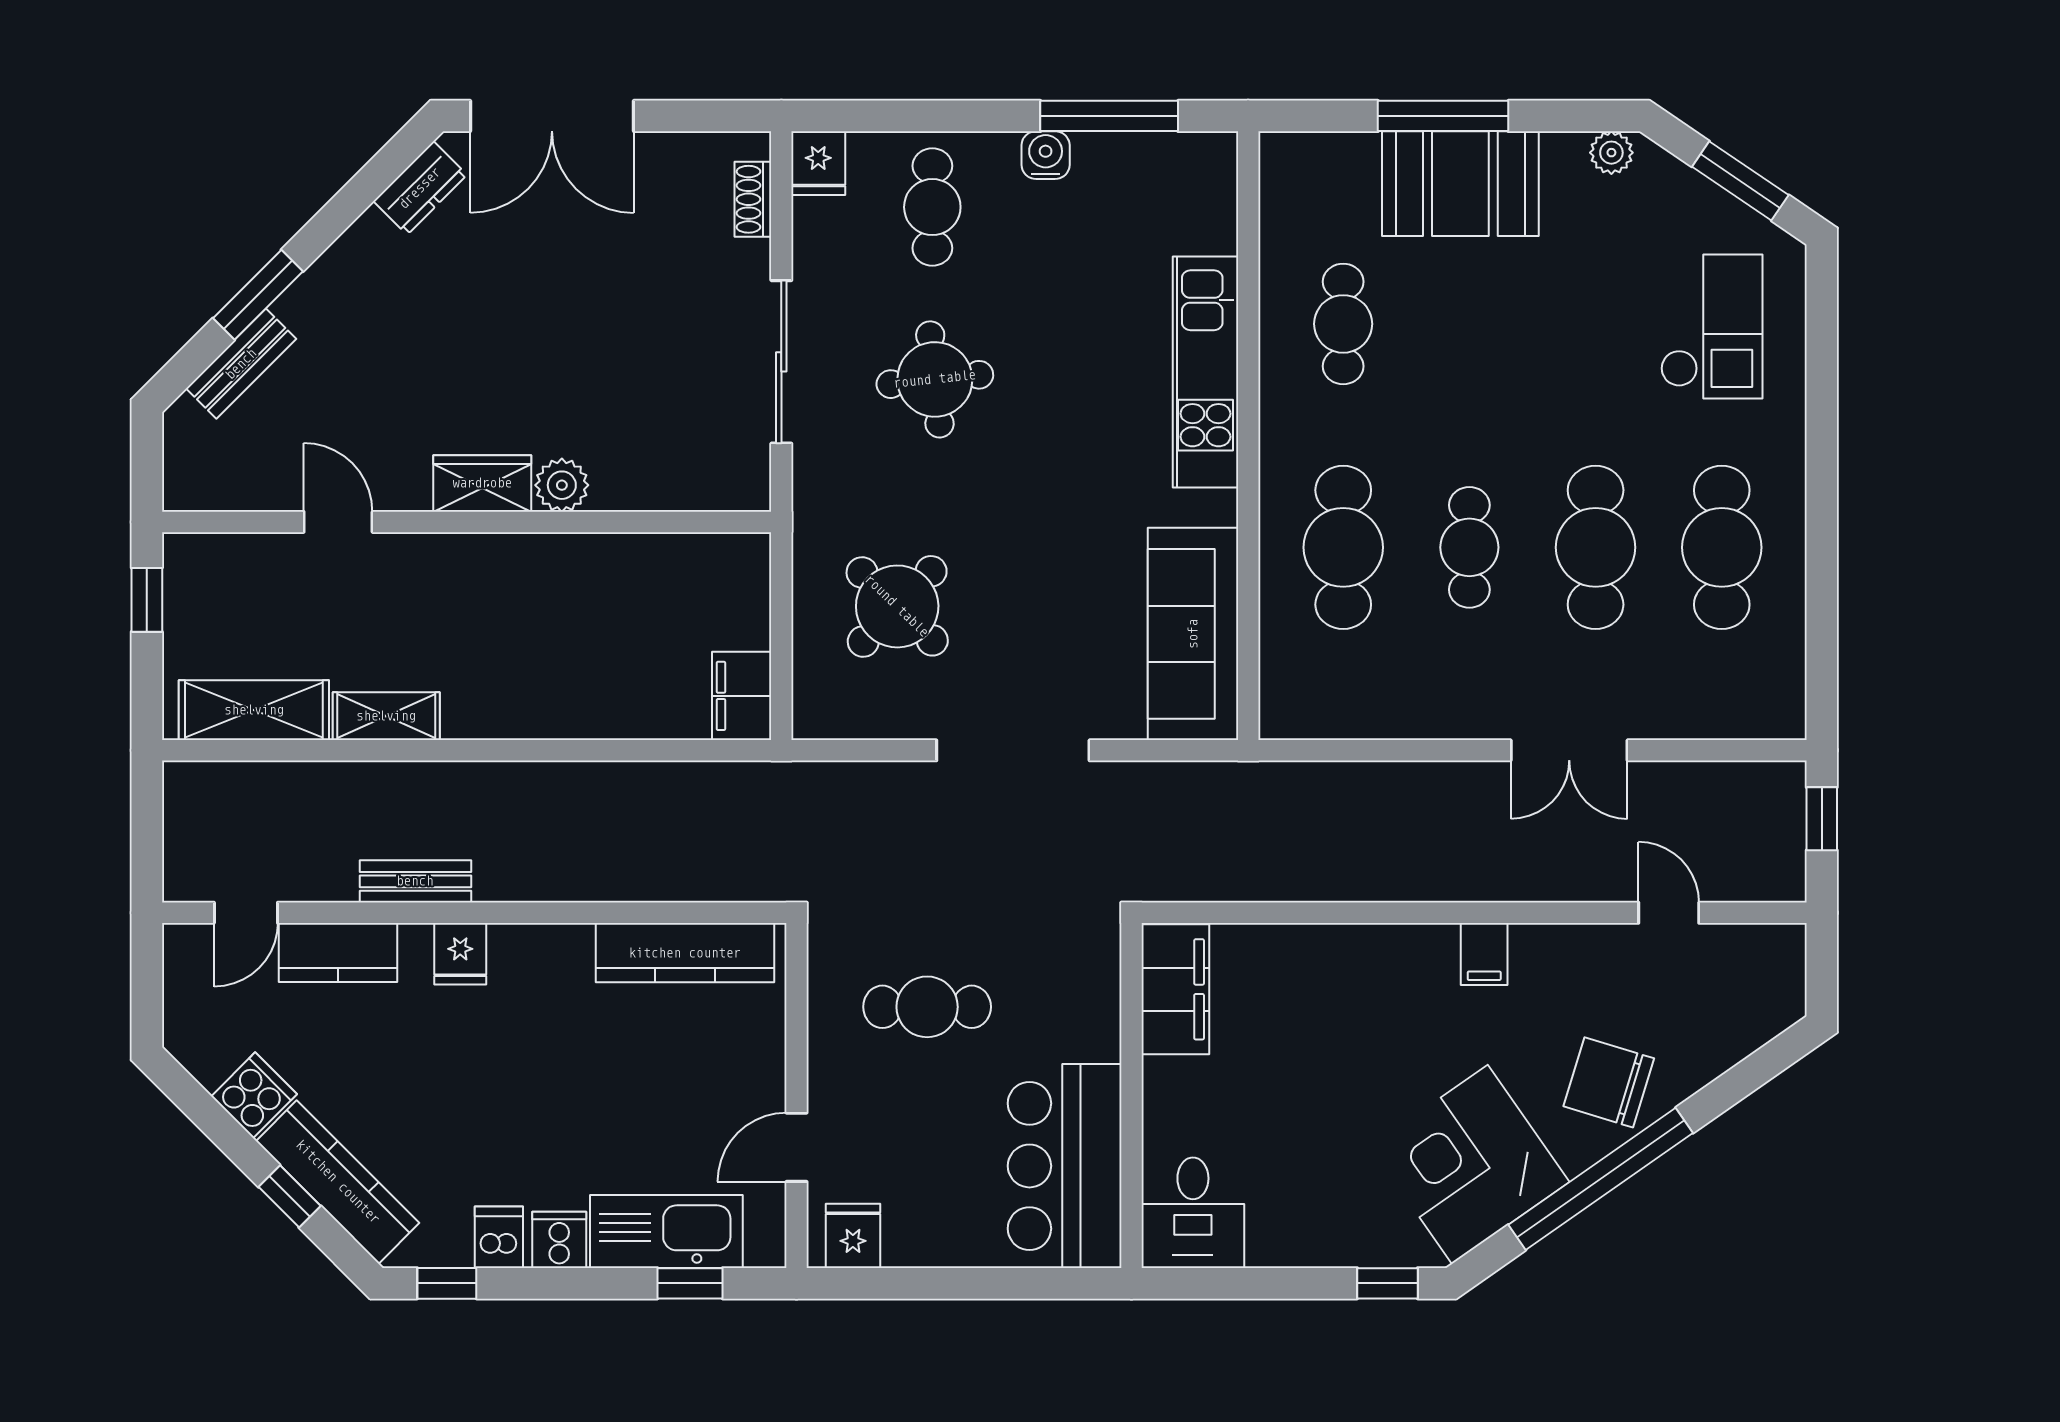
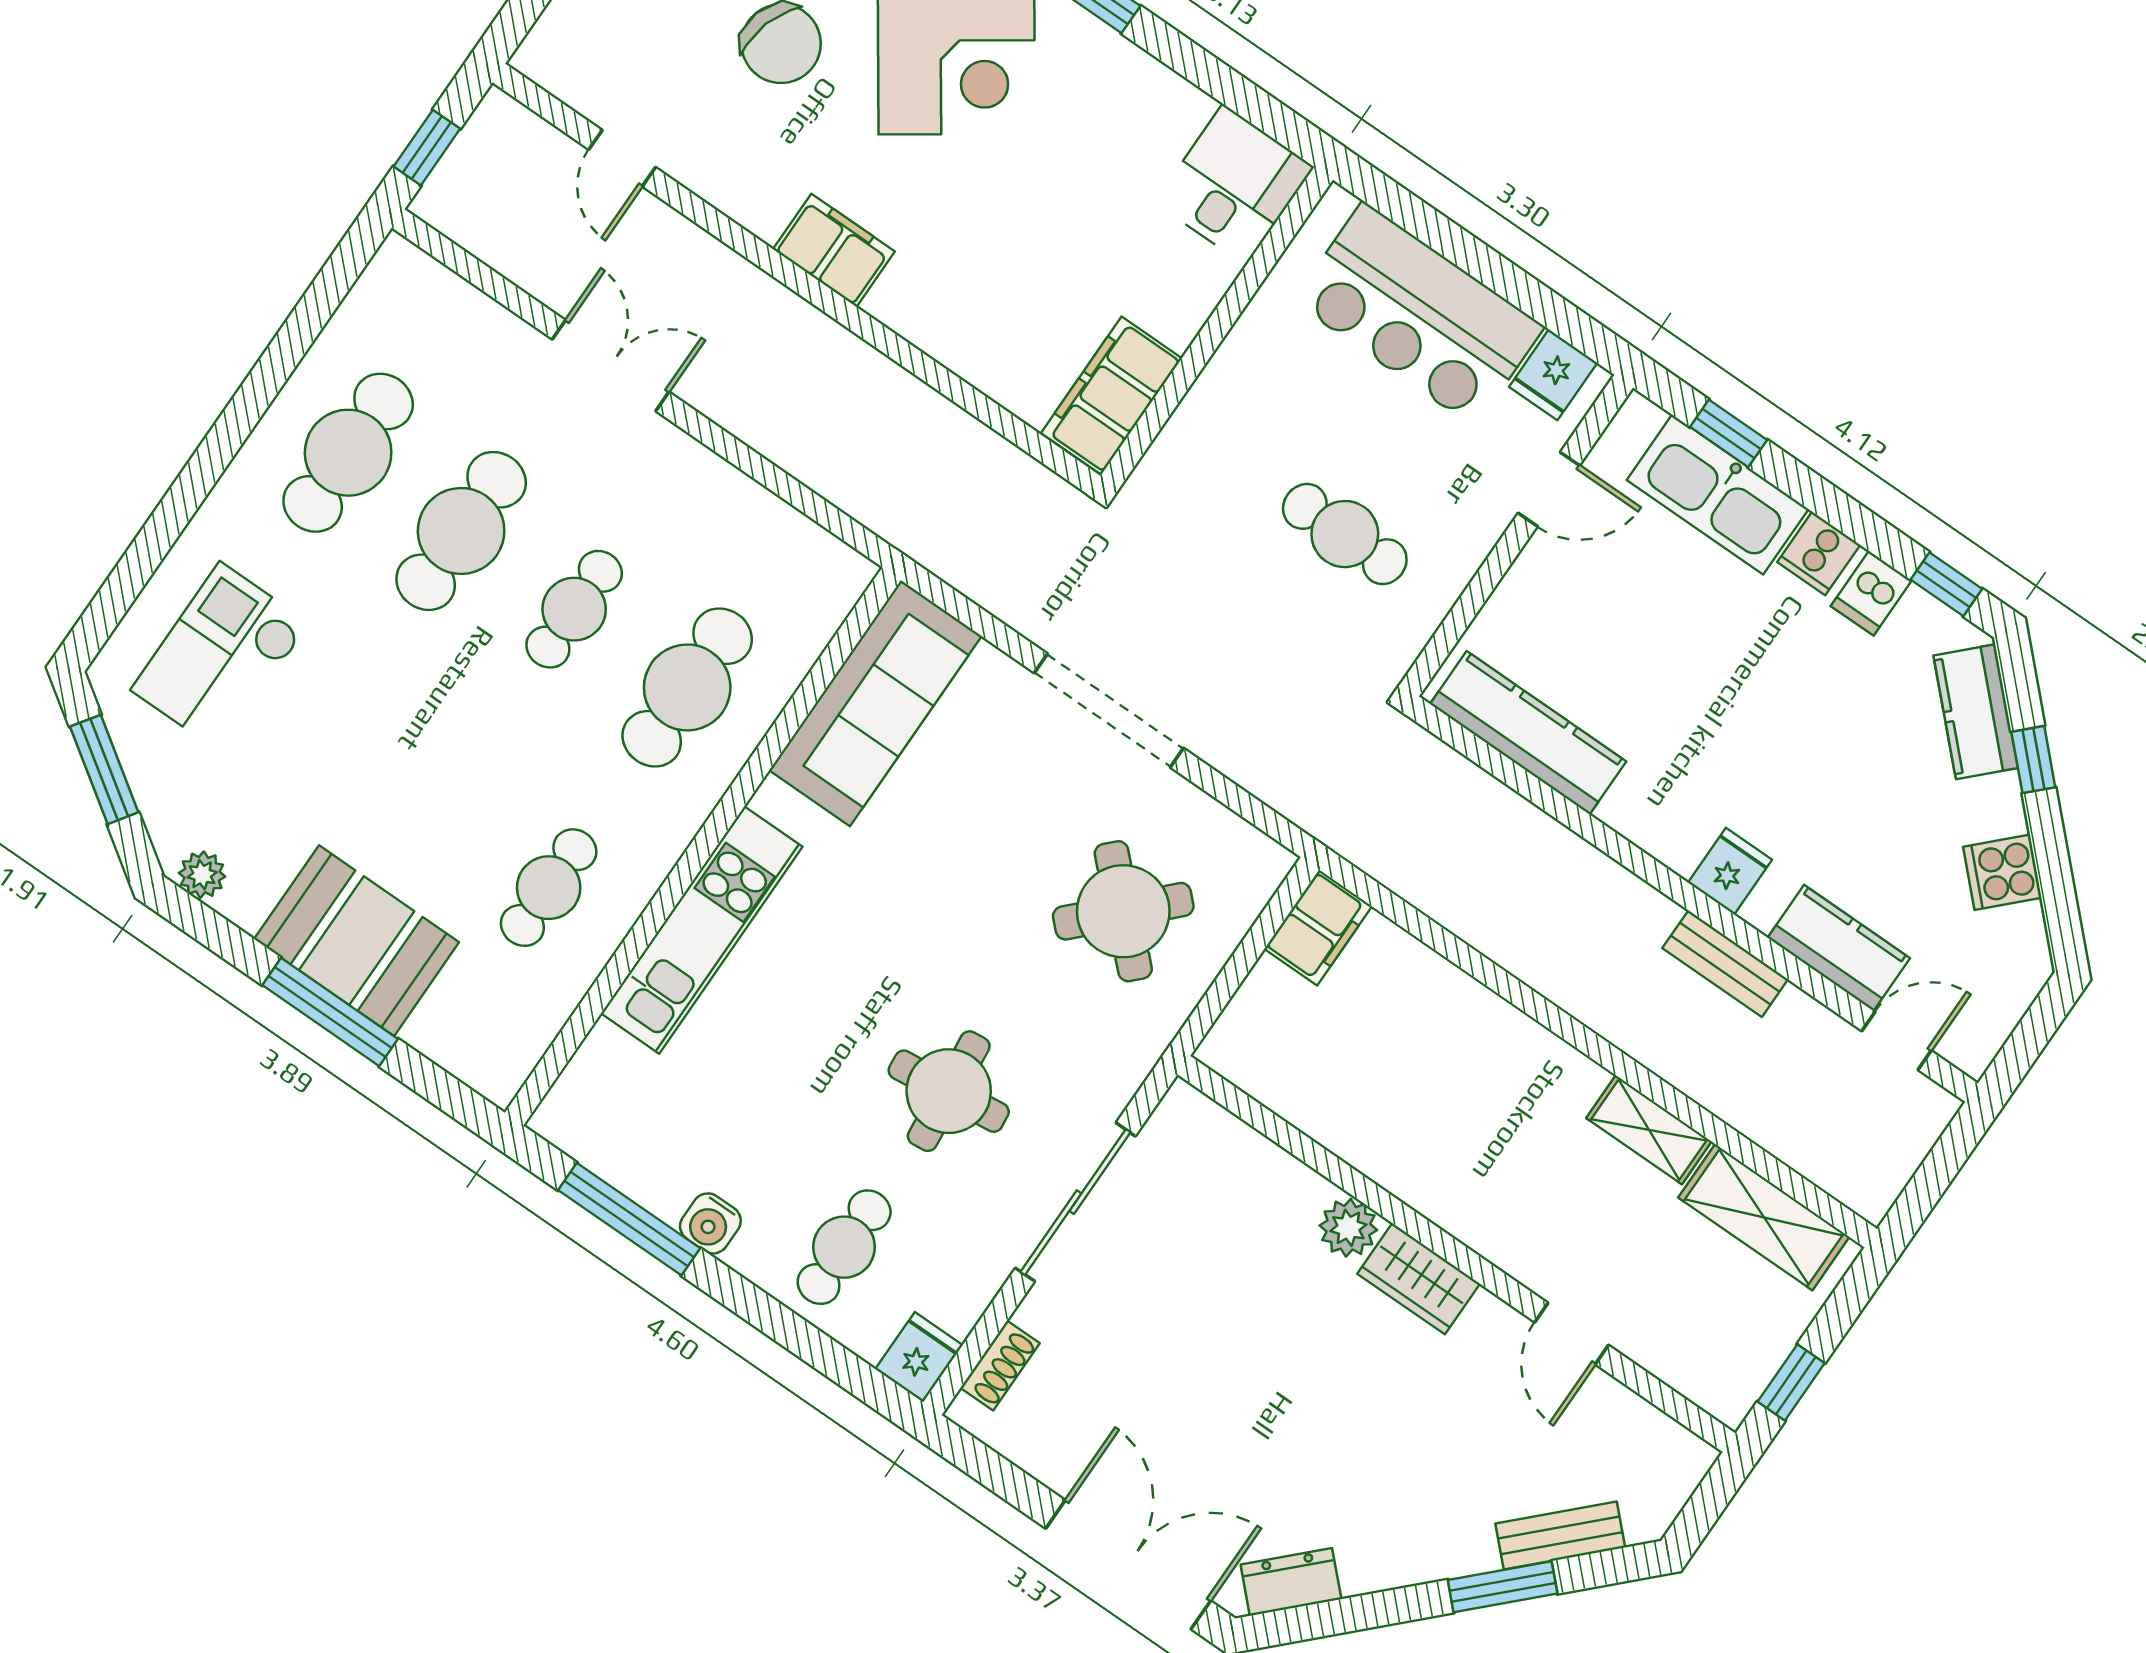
filing cabinet: (1484, 954) -> (834, 250), width x2.00
bar counter: (1065, 1166) -> (1419, 314), moved, turned 90
kitchen counter: (338, 1182) -> (1976, 712), width x0.67

